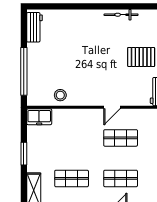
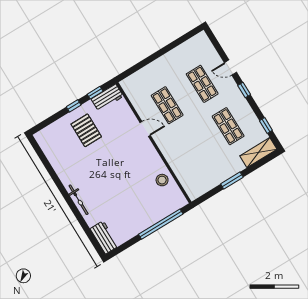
bicycle: (121, 15) -> (79, 200), moved
workbench: (35, 27) -> (104, 237), moved, turned 90
freezer: (39, 117) -> (192, 187), removed

